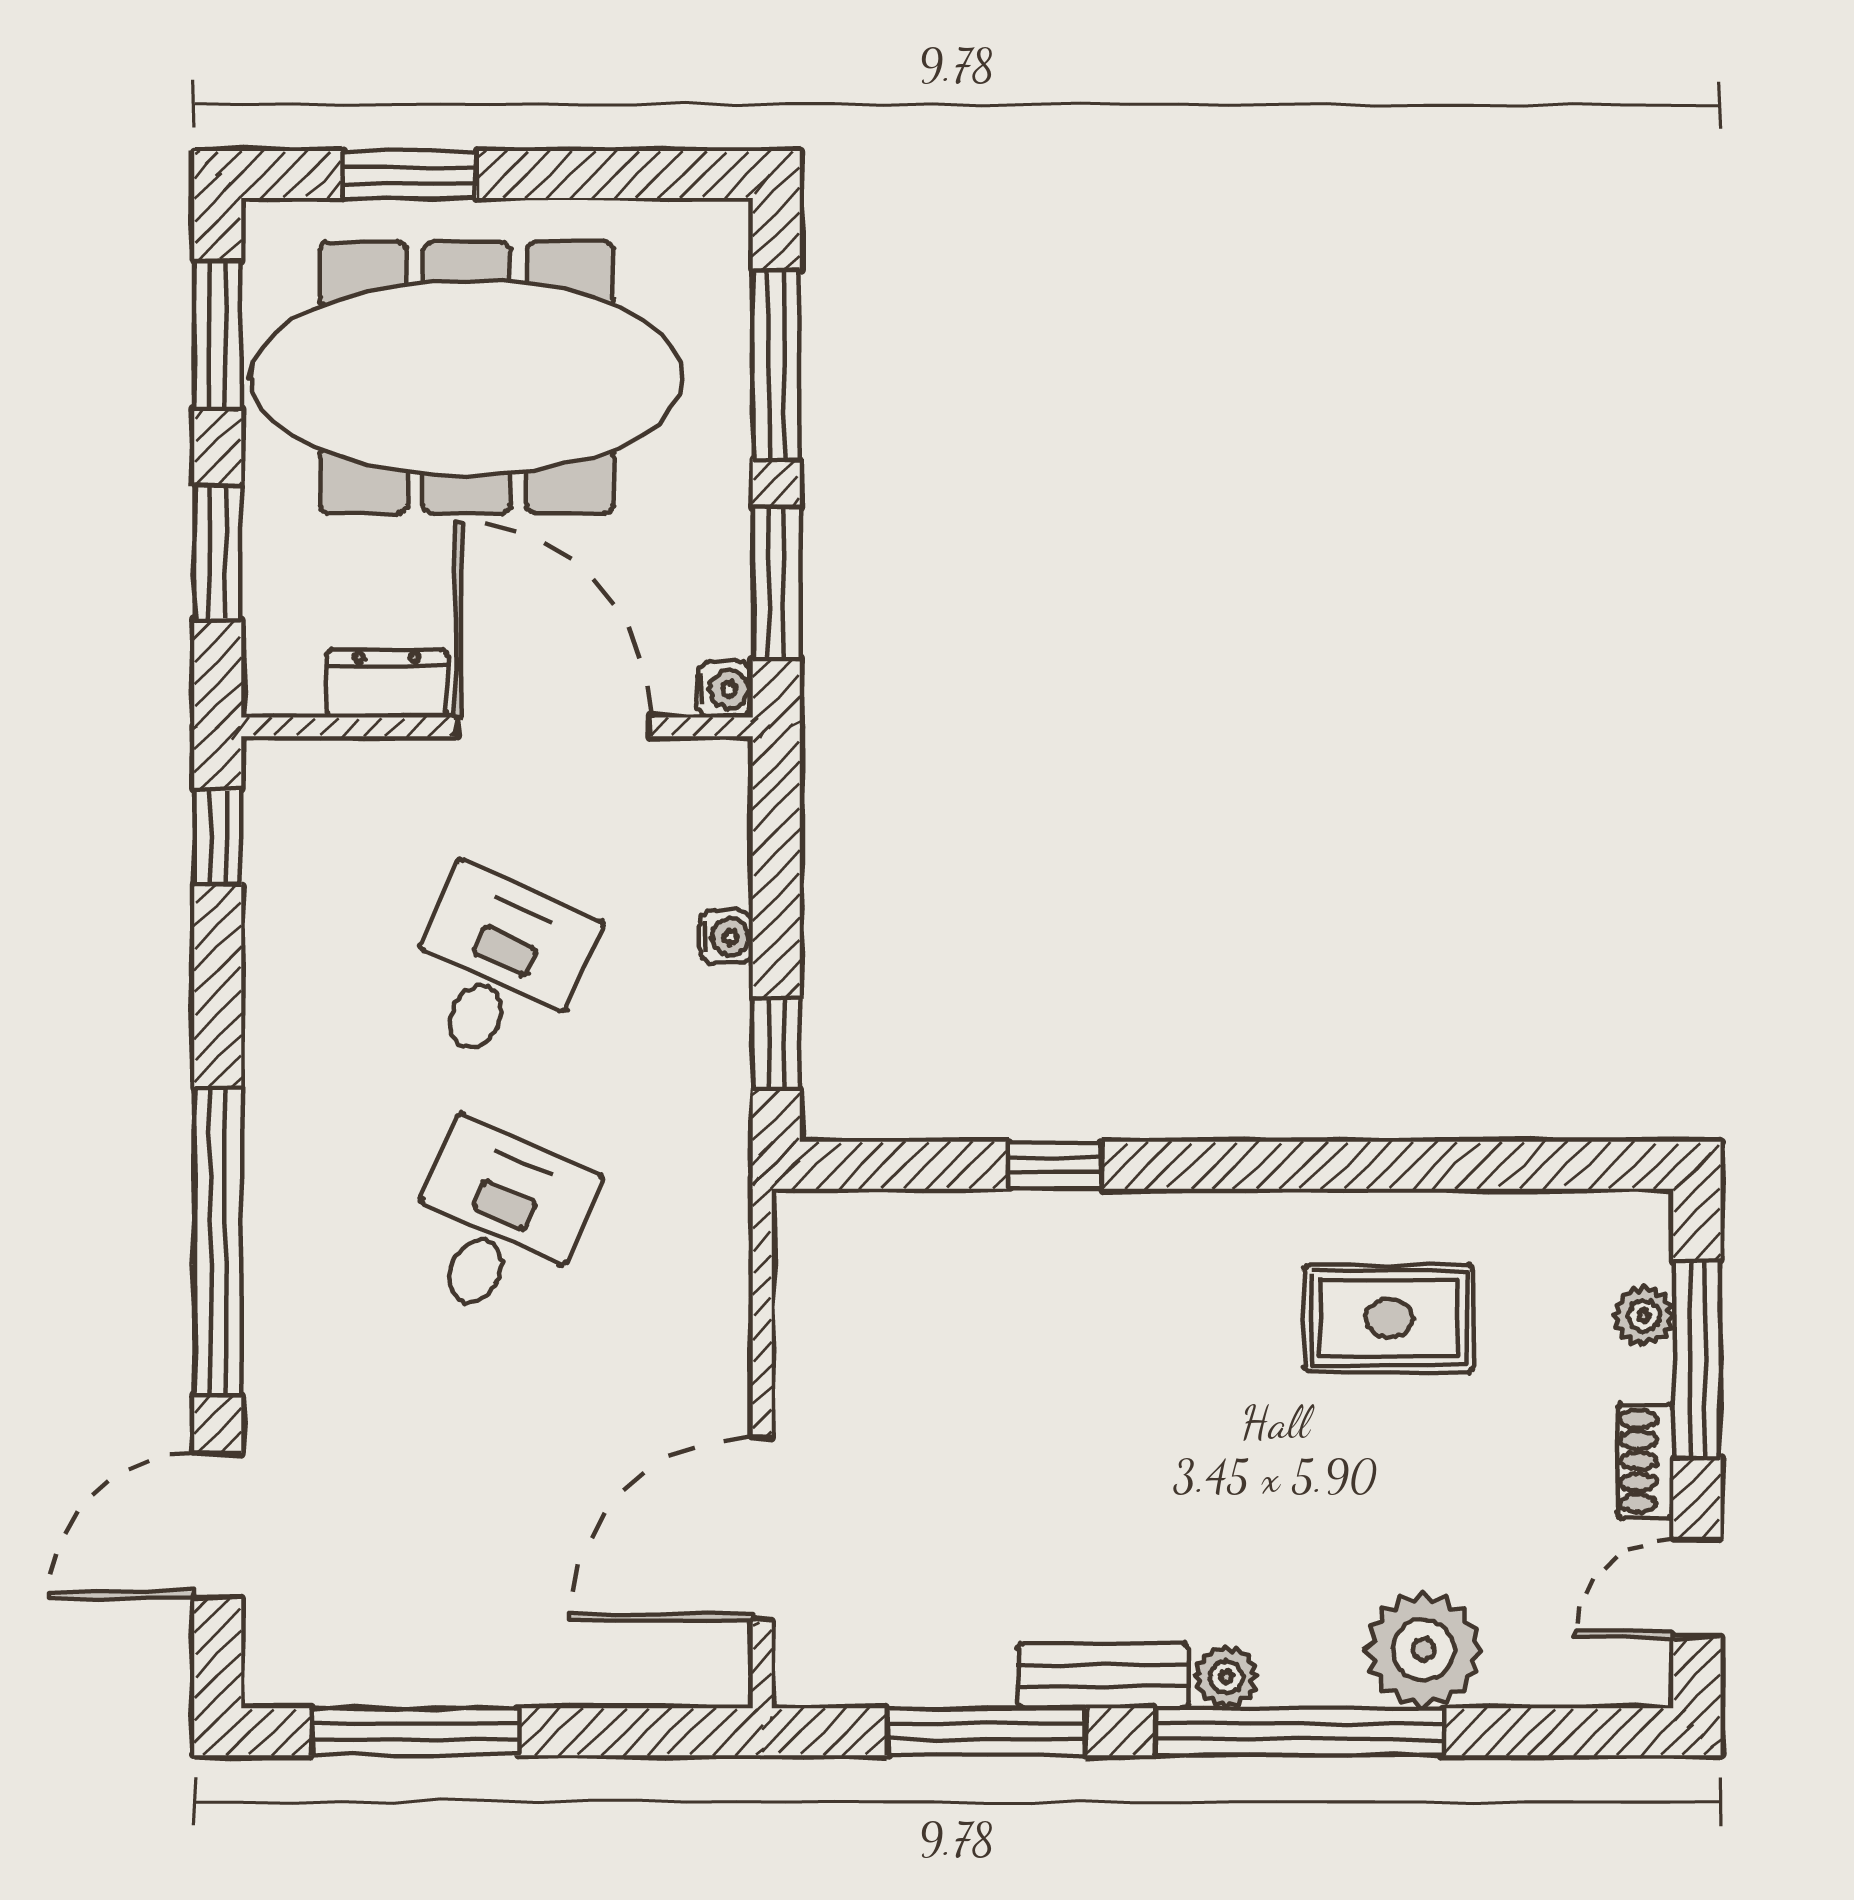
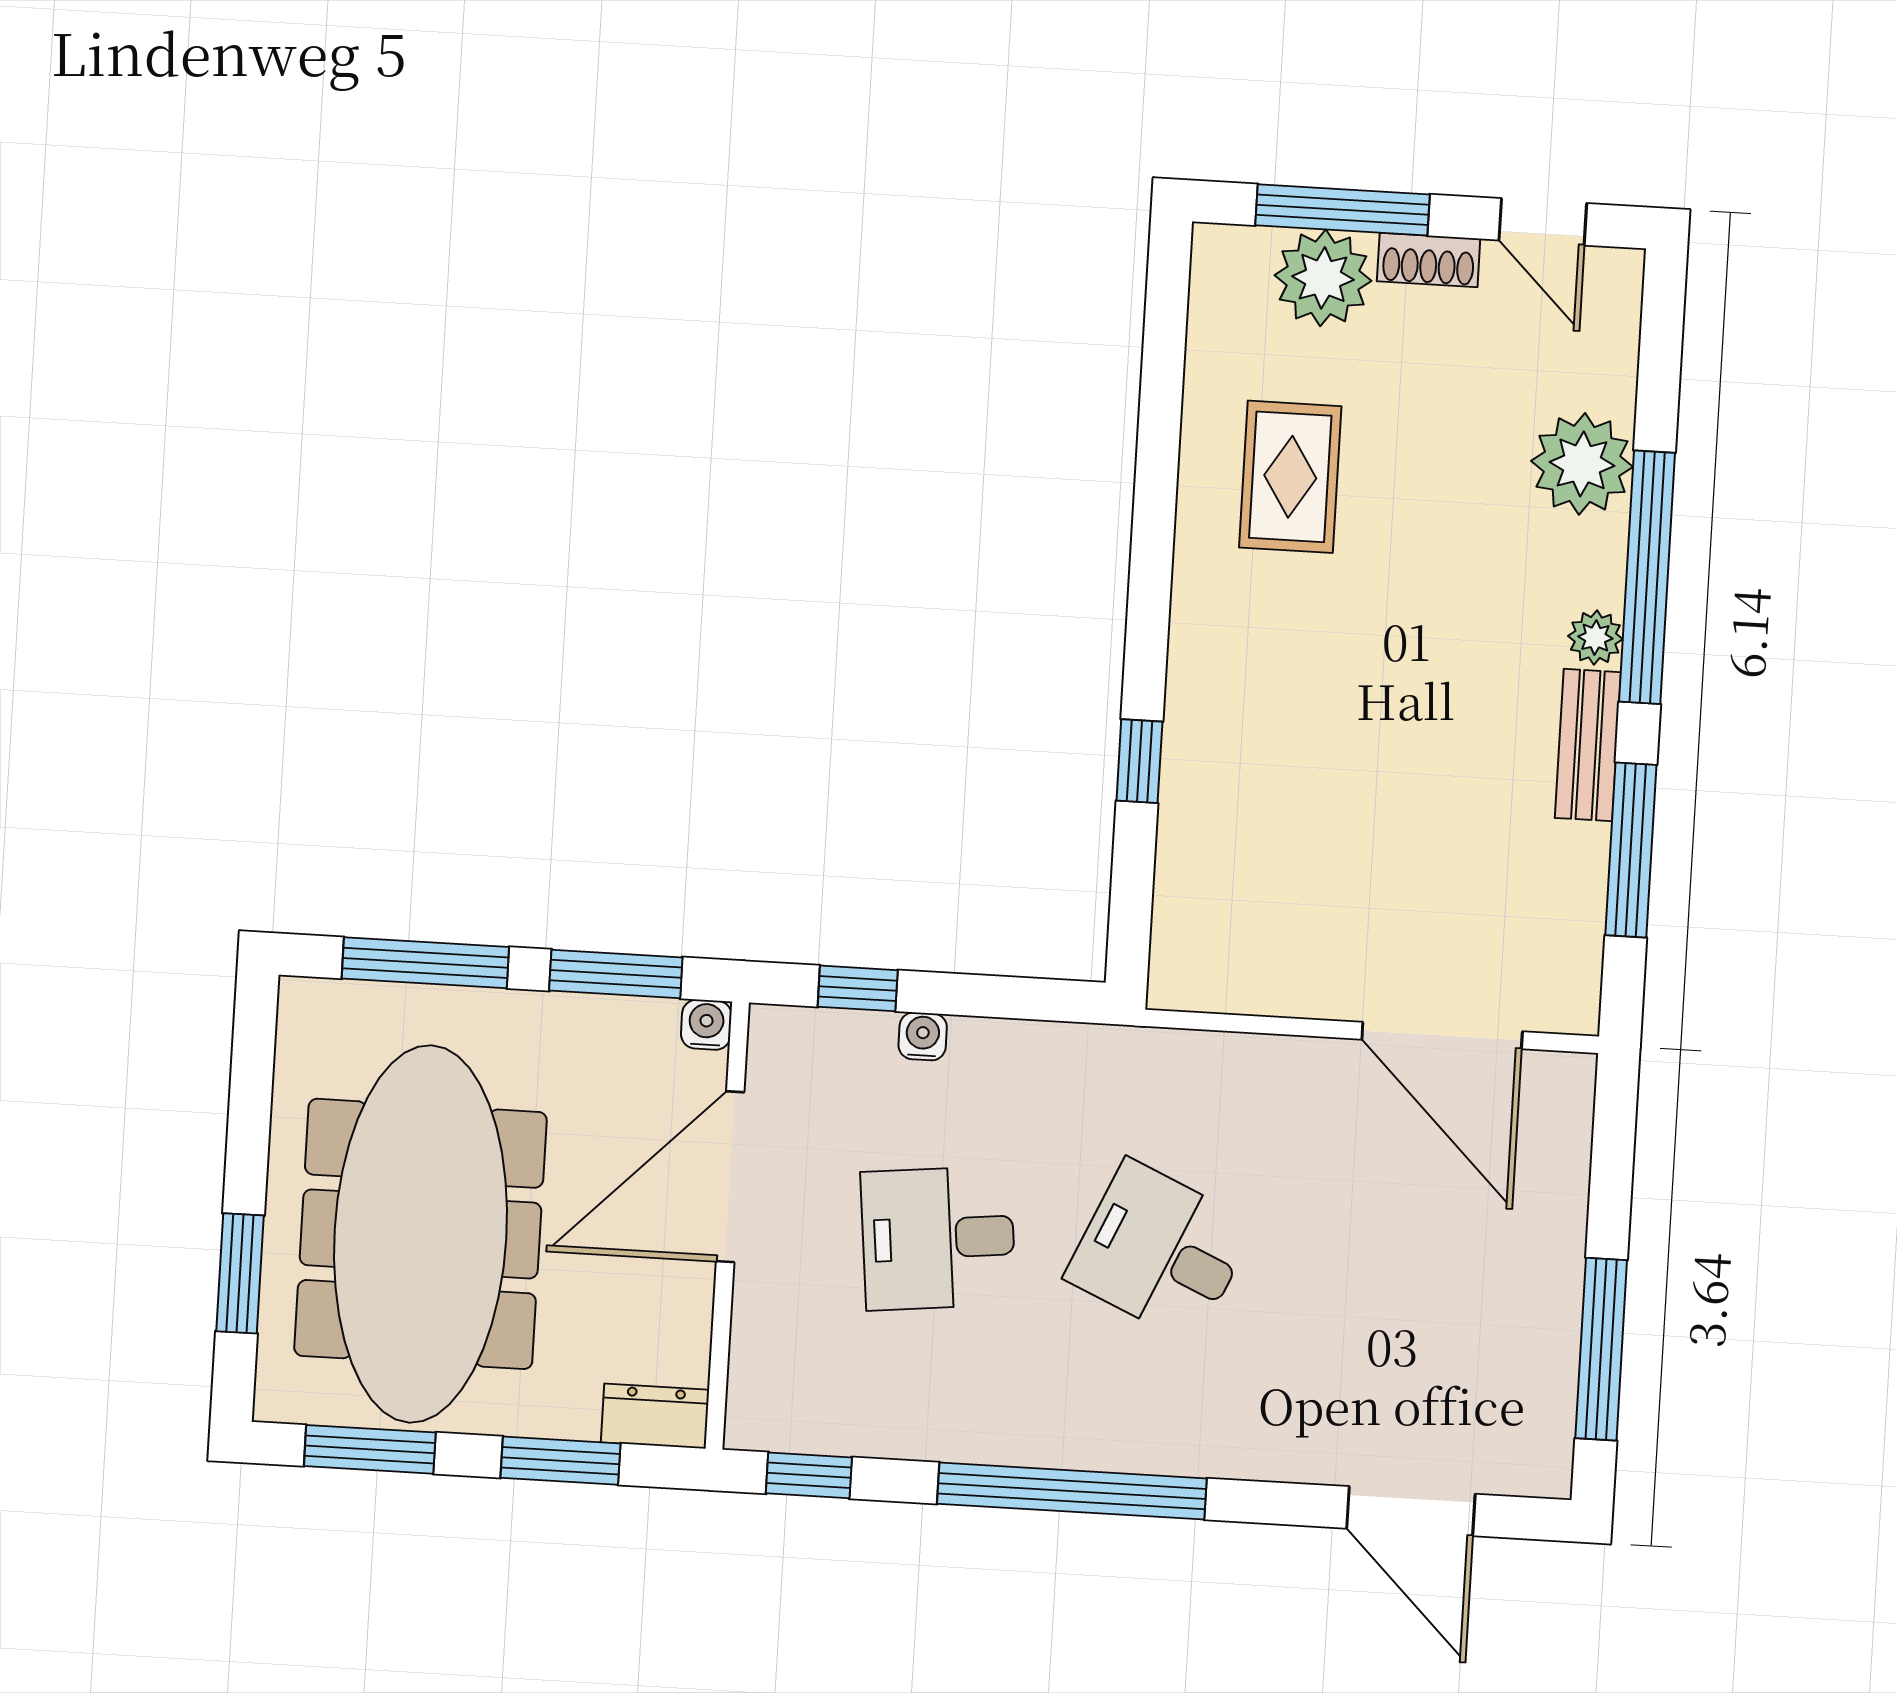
dresser: (387, 684) -> (655, 1416), moved, turned 90
desk: (497, 968) -> (938, 1238), turned -30
window: (776, 1044) -> (858, 988), moved
window: (218, 1242) -> (1072, 1491), moved
plant: (1644, 1316) -> (1323, 278), width x1.88, depth x1.88

